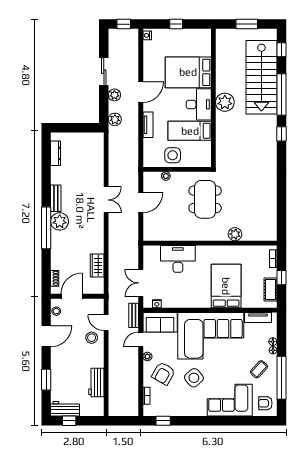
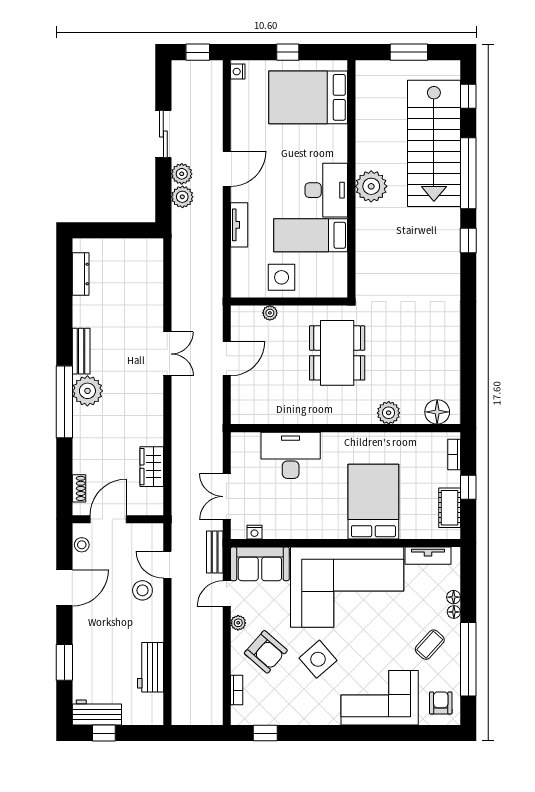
bed: (188, 72) -> (308, 97), moved
plant: (115, 119) -> (182, 197), moved
floor lamp: (263, 234) -> (437, 412), added
armchair: (163, 373) -> (266, 652), turned -79
armchair: (265, 403) -> (441, 703), turned 90

